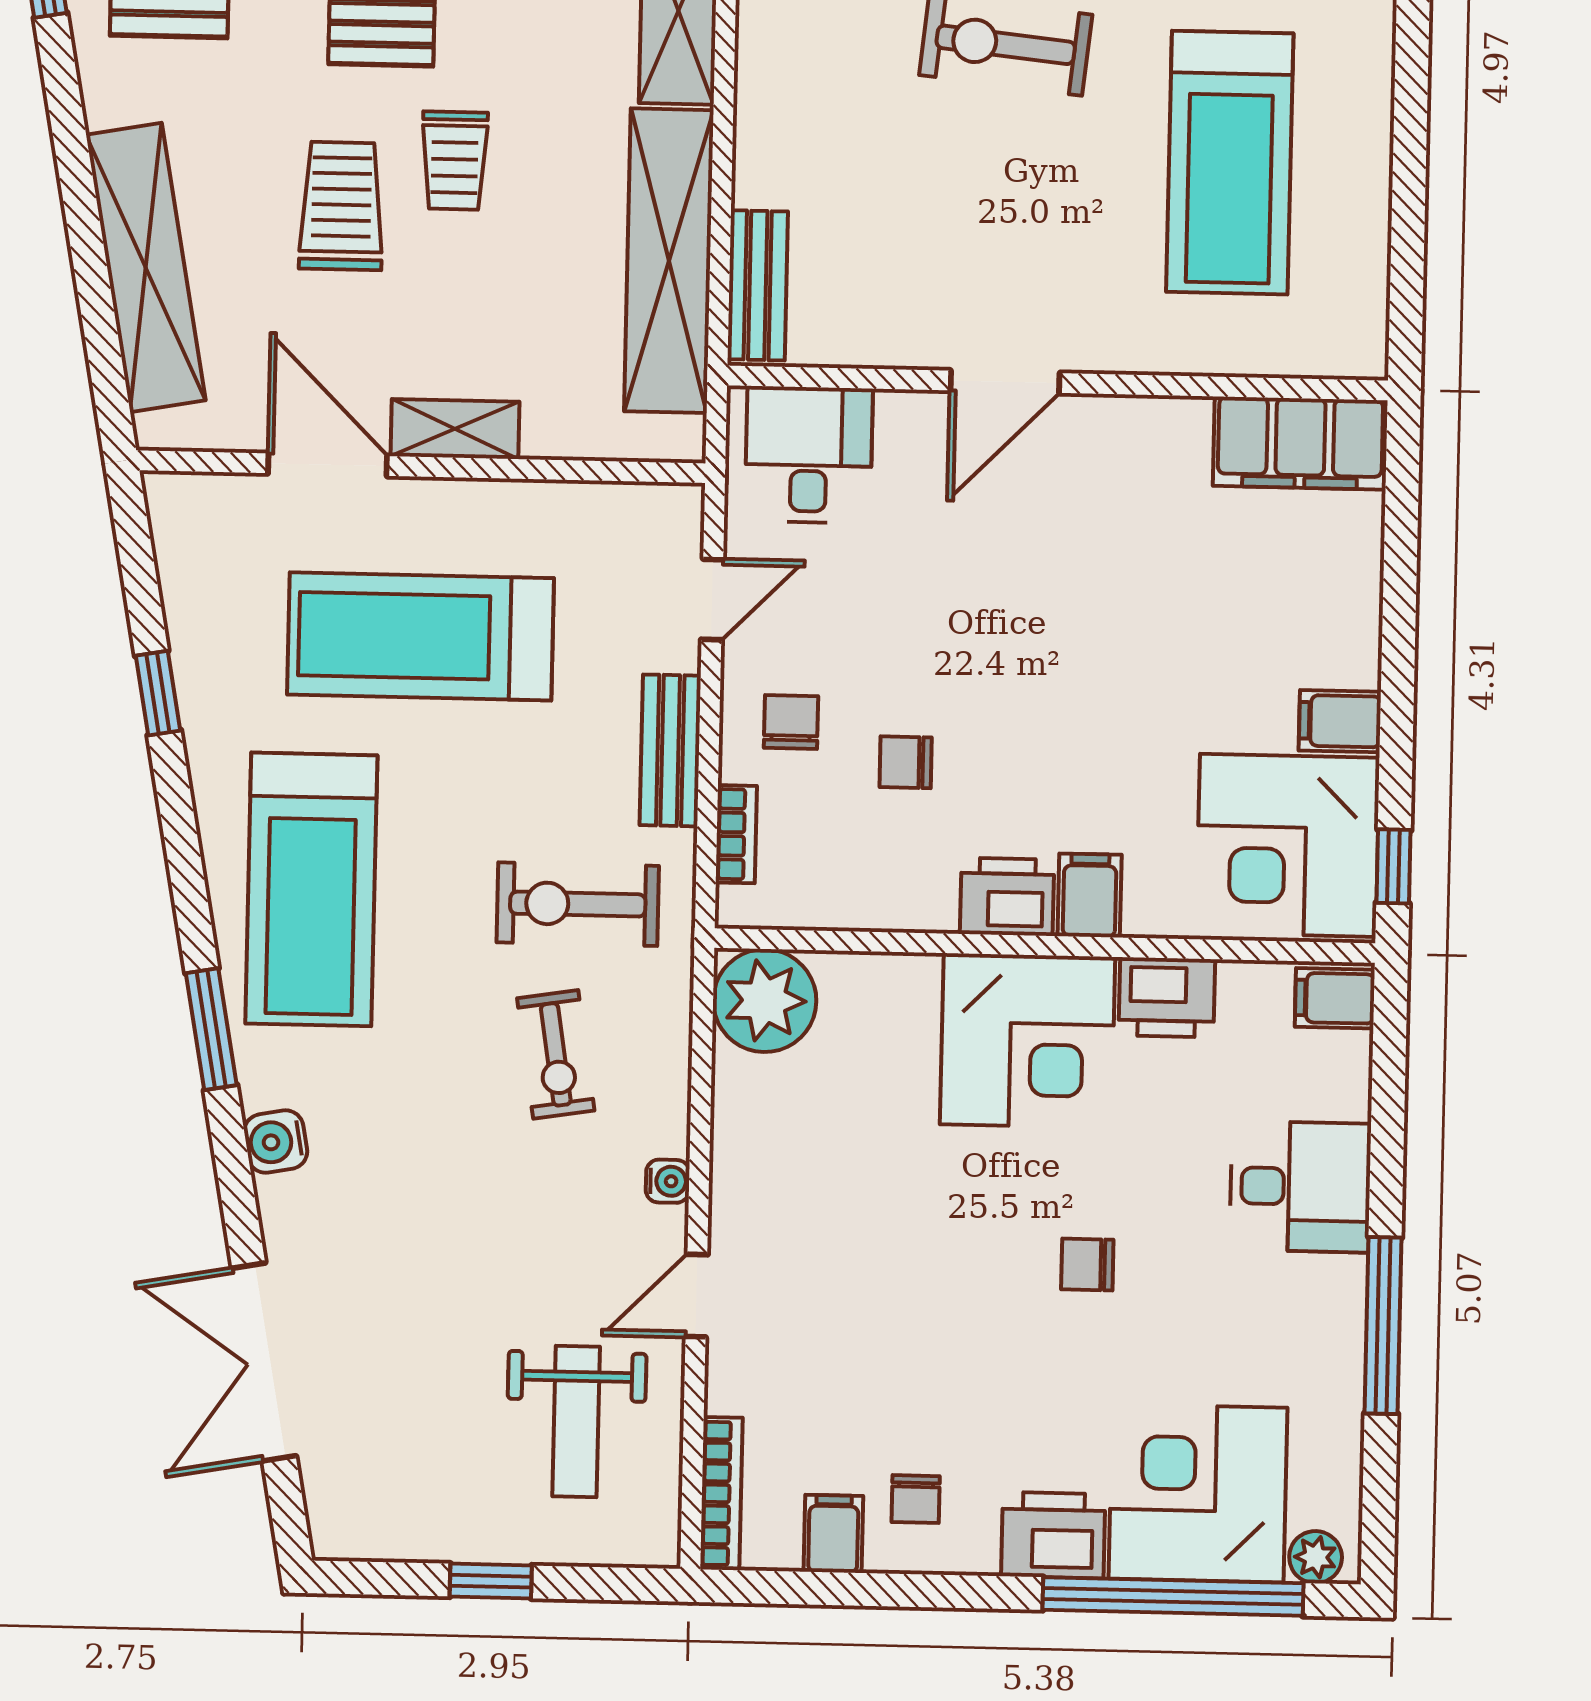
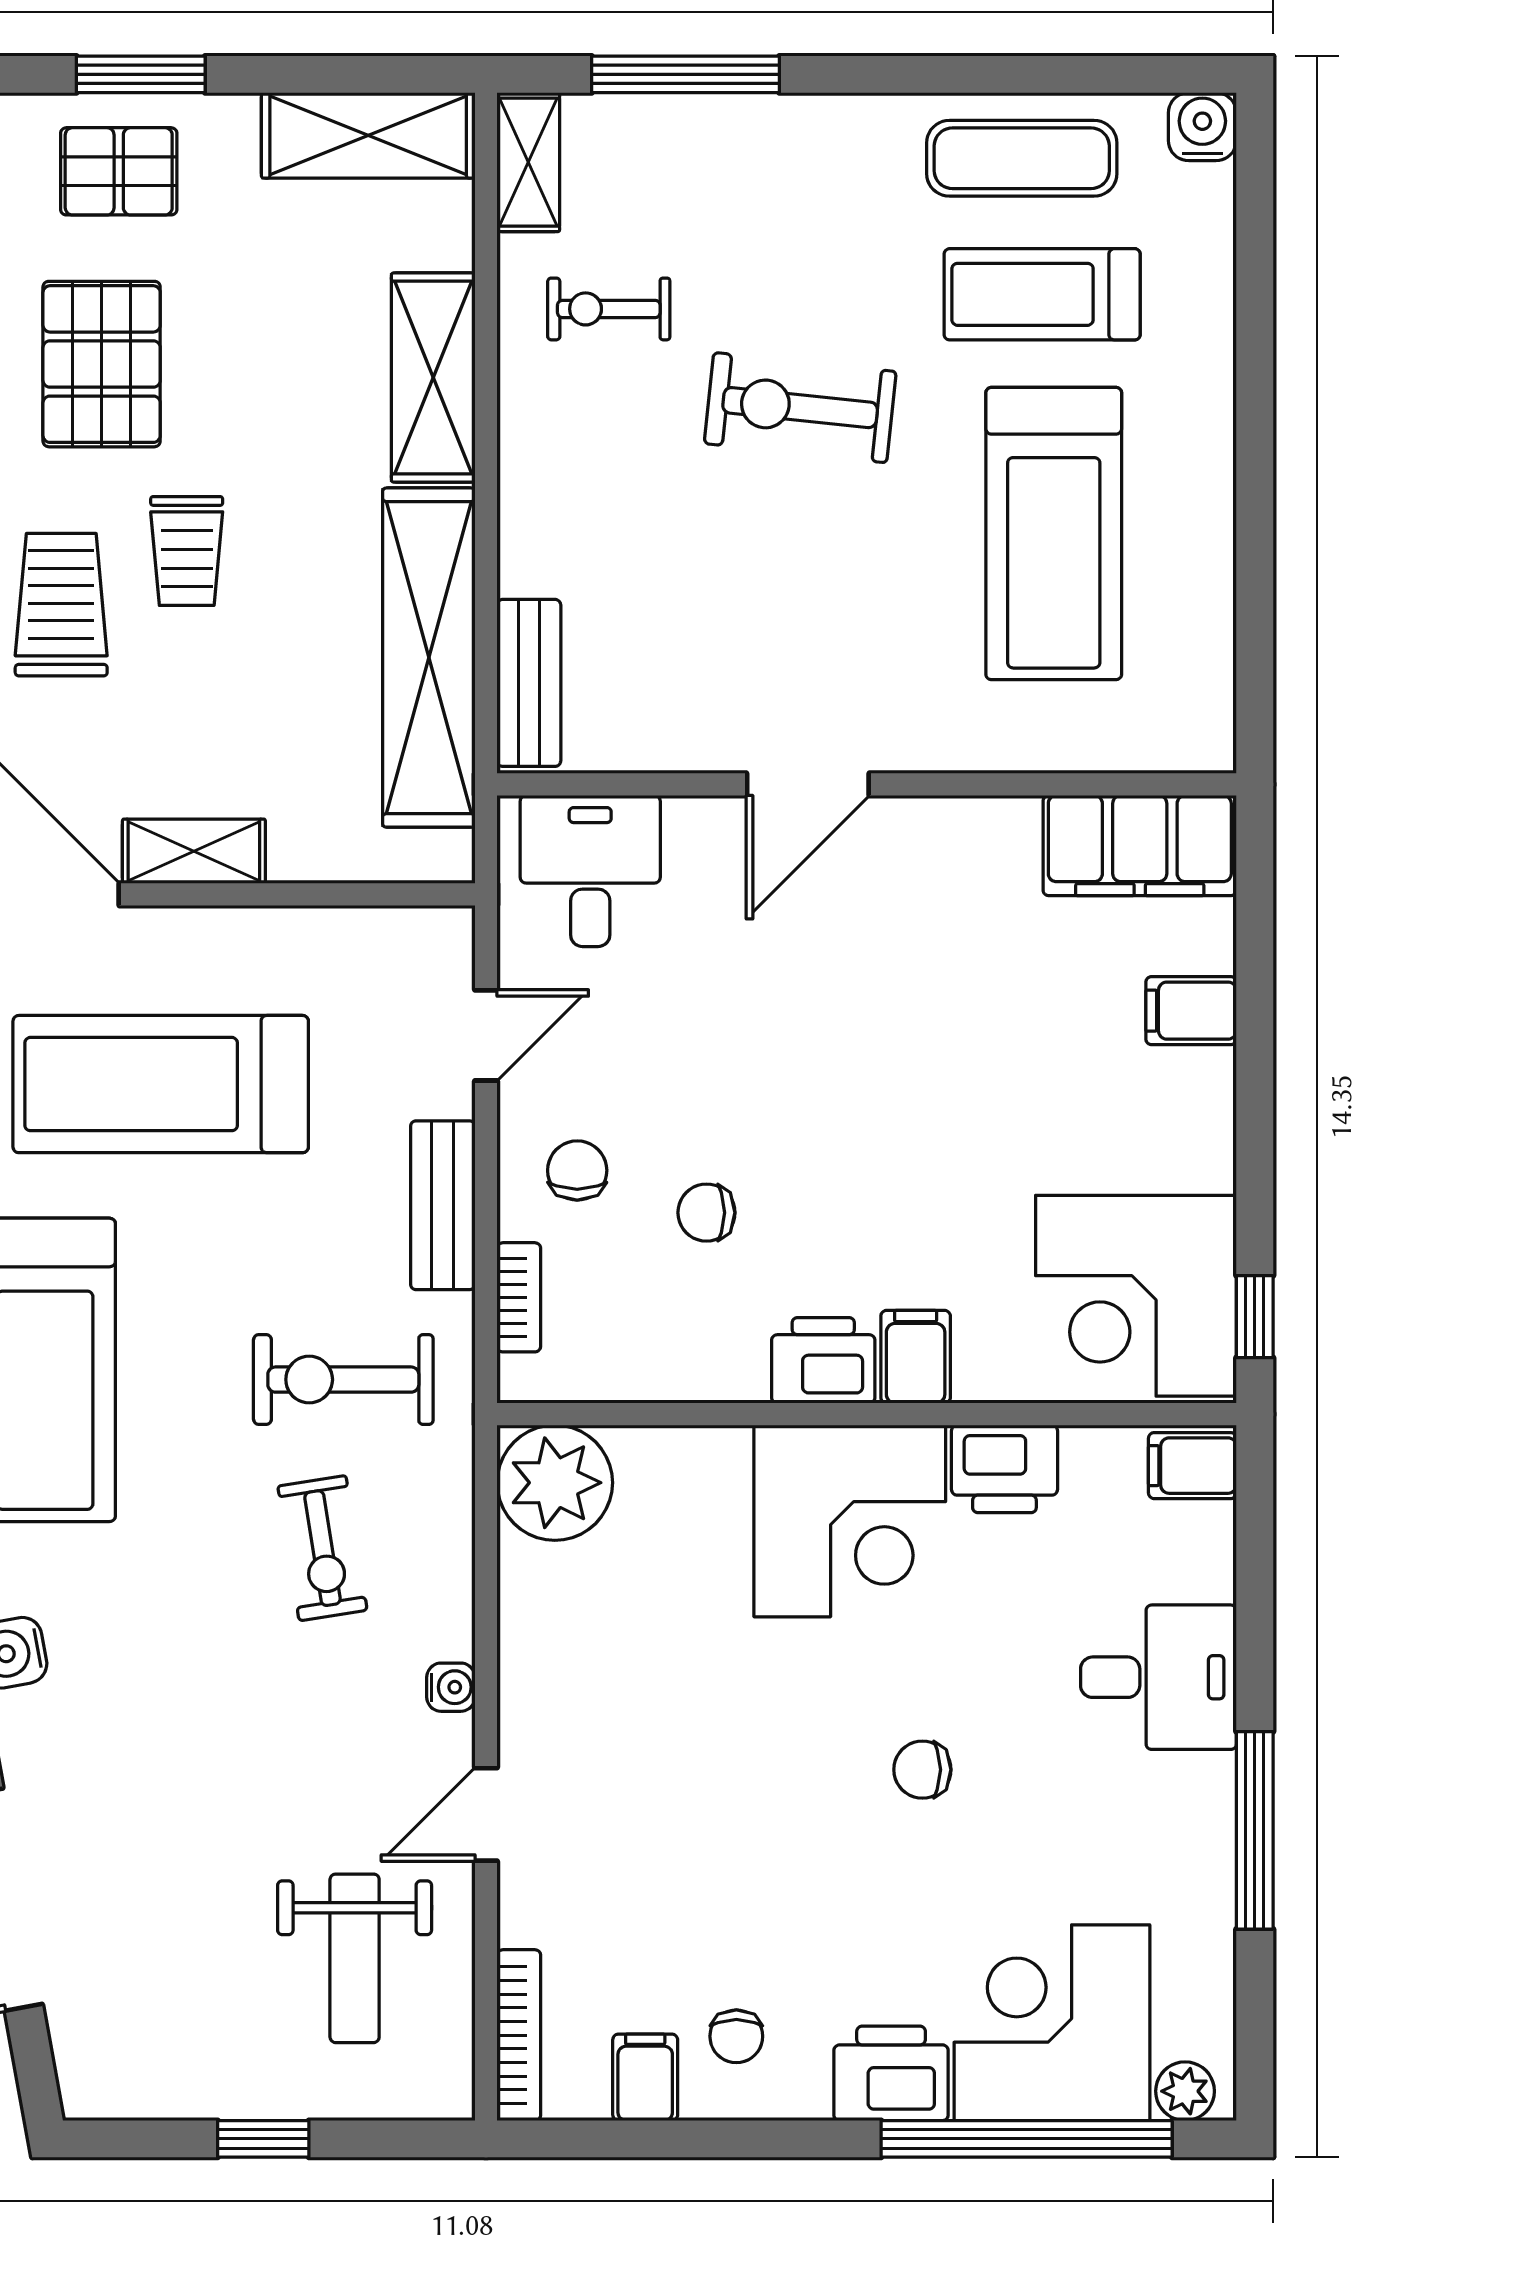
filing cabinet: (1340, 721) -> (1191, 1011), moved

